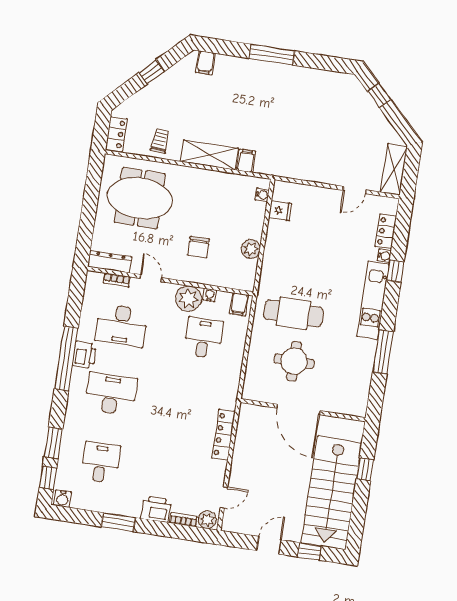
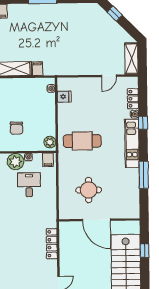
plant: (251, 249) -> (50, 142), moved
cafe table: (293, 313) -> (82, 141), moved

